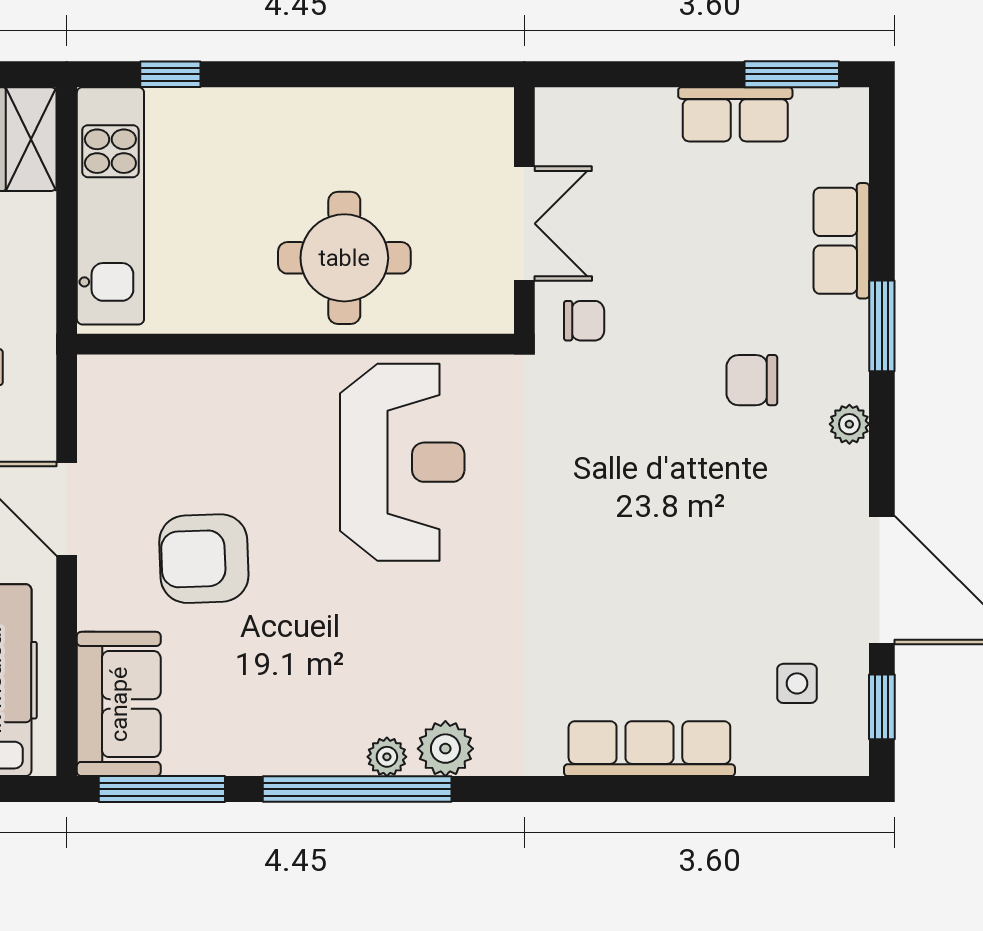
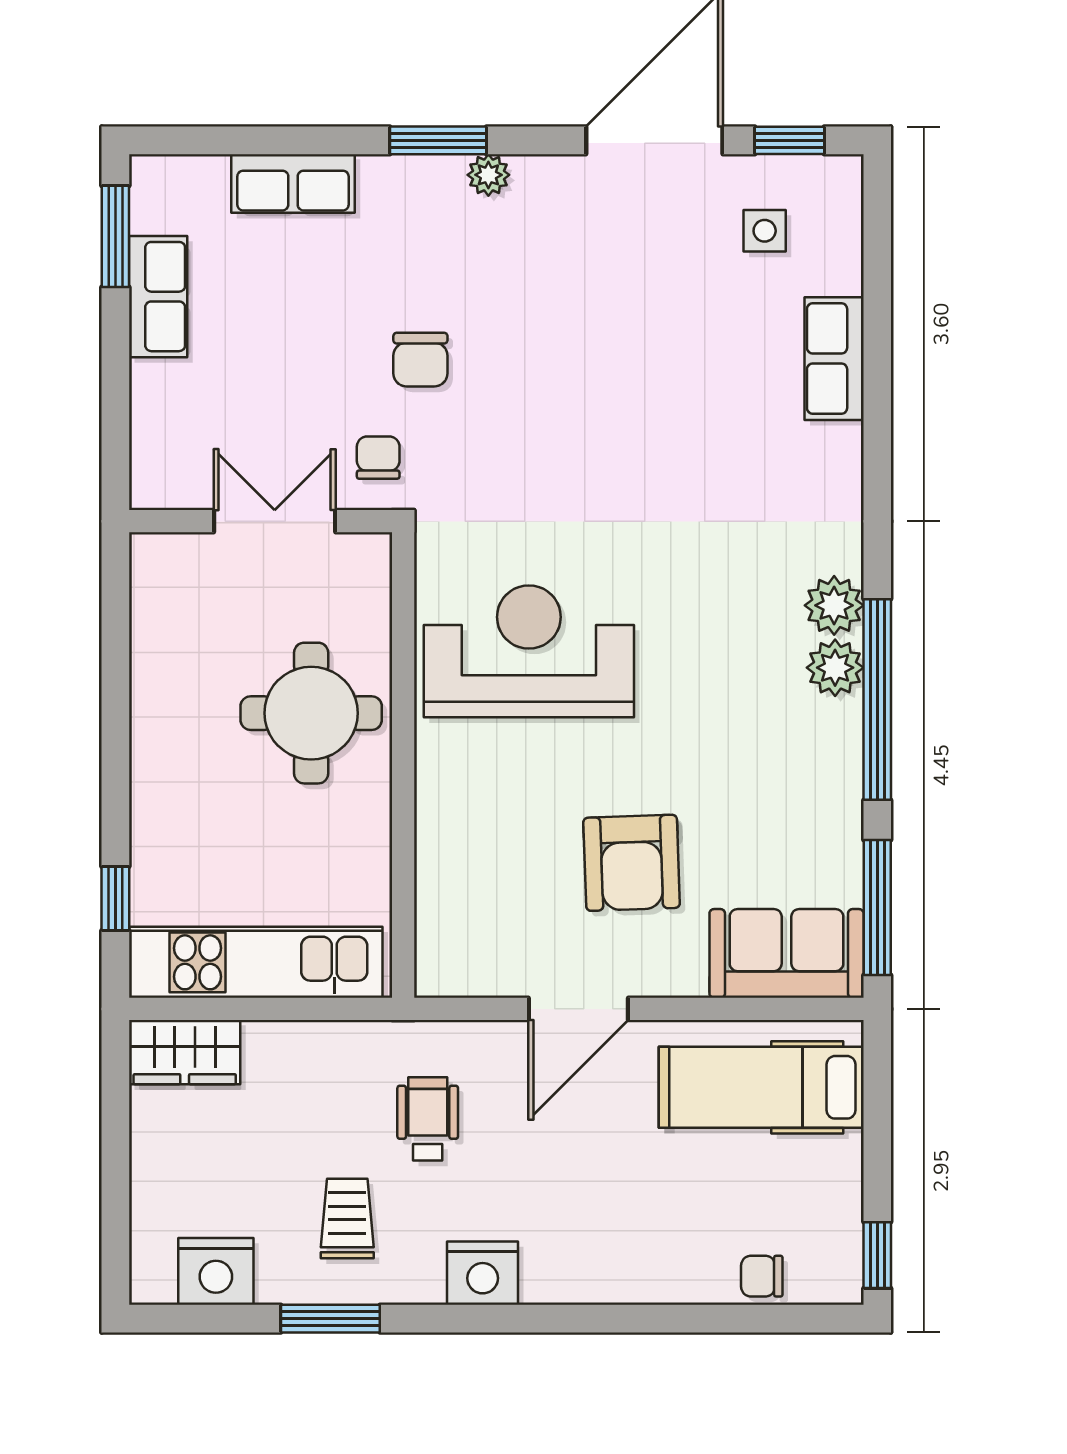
window: (882, 326) -> (438, 140), moved
chair: (752, 380) -> (420, 360), moved
row of seats: (649, 749) -> (834, 359), width x0.68
plant: (387, 757) -> (835, 668), width x1.38, depth x1.38

